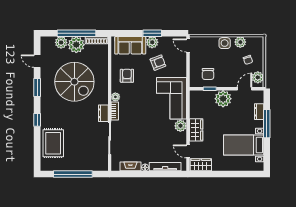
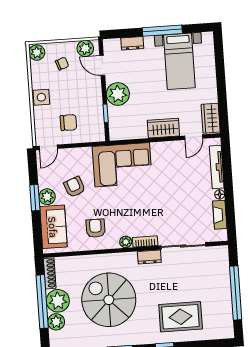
plant: (240, 42) -> (37, 53), moved
chair: (208, 74) -> (68, 123), moved
armchair: (127, 76) -> (96, 228), turned 90
spiral stairs: (74, 82) -> (109, 300), turned -90
window: (267, 124) -> (162, 31), moved
plant: (180, 126) -> (159, 150), removed
rug: (53, 143) -> (181, 317), moved

